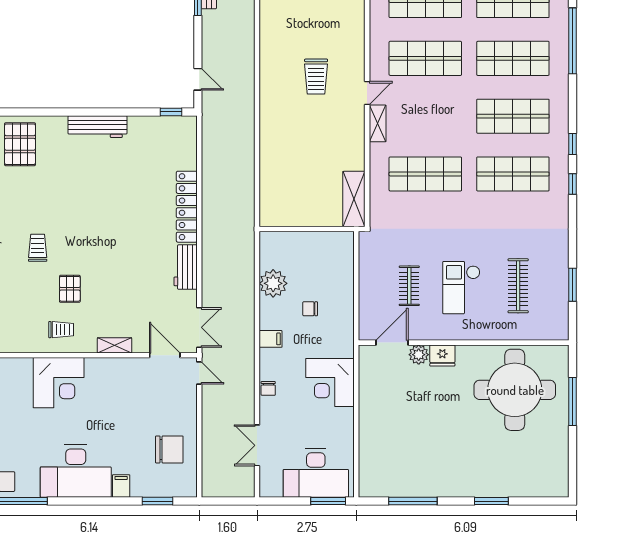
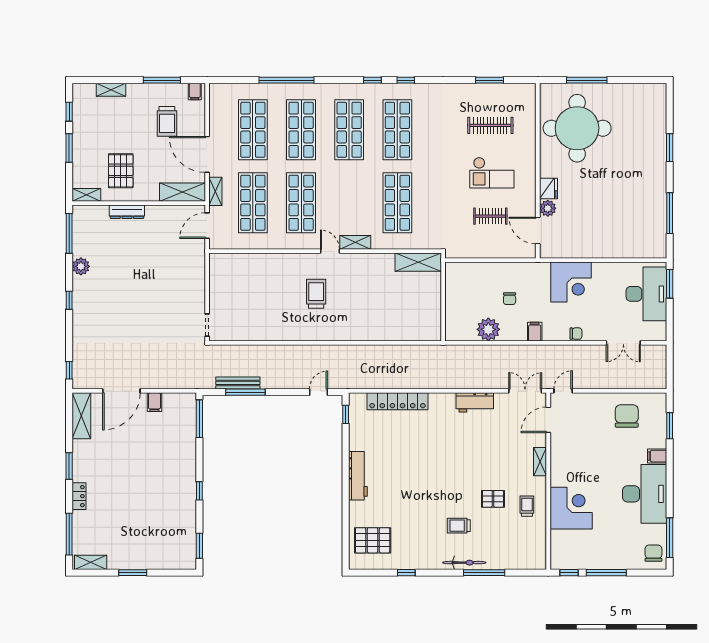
trolley: (316, 77) -> (316, 294), turned -90
locker: (187, 207) -> (397, 401), moved

